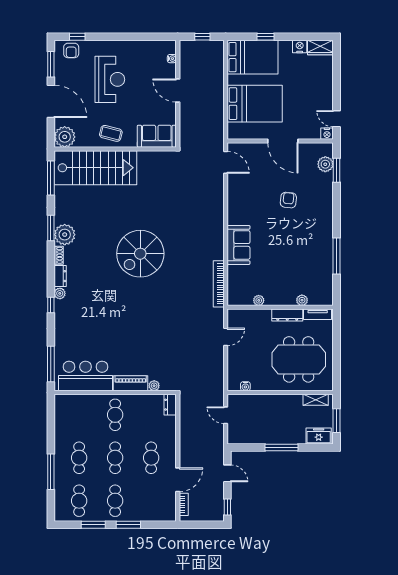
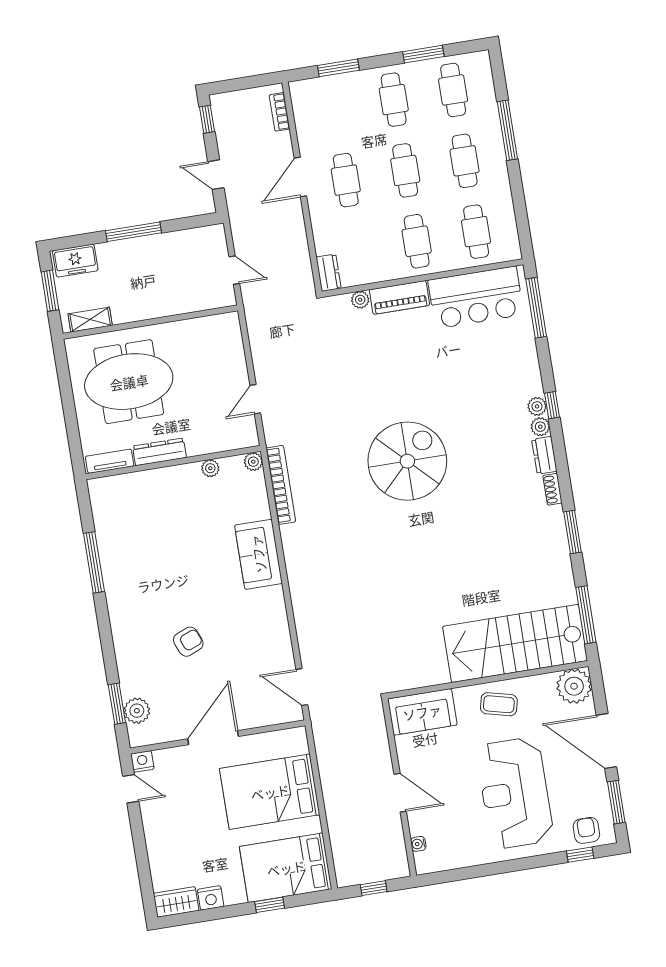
reception desk: (110, 79) -> (515, 793), width x1.36, depth x1.30
door: (283, 141) -> (213, 738), hinge flipped
armchair: (288, 200) -> (188, 642), turned -118
plant: (65, 235) -> (537, 406), moved, width x0.53, depth x0.53
spiral stairs: (140, 254) -> (407, 461), moved
plant: (302, 300) -> (253, 462), moved
water cooler: (245, 386) -> (209, 323), removed
cafe table: (79, 415) -> (476, 232), added
door: (178, 480) -> (300, 177), moved
window: (128, 525) -> (338, 68), moved

